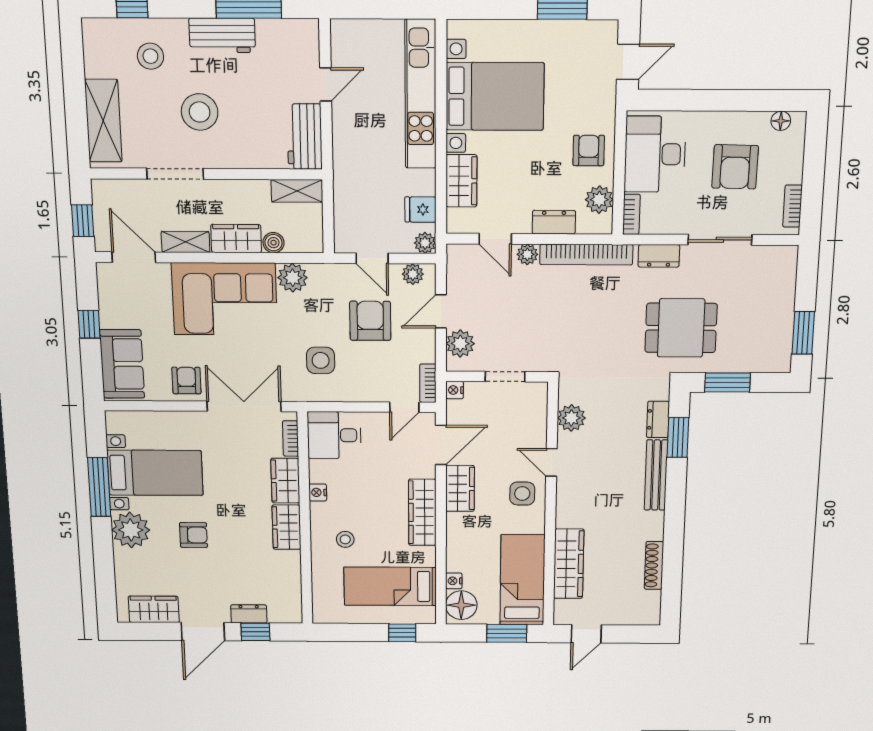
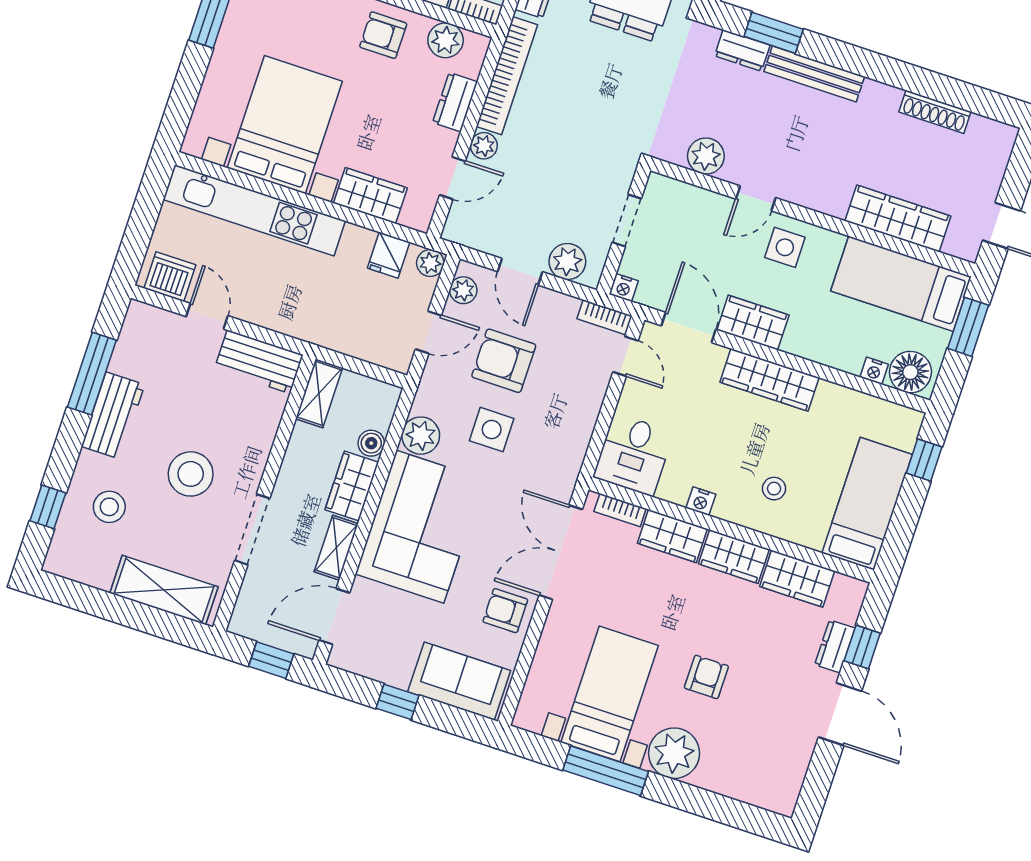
dishwasher: (346, 44) -> (170, 277), added
side table: (321, 360) -> (492, 430), moved
bed: (390, 586) -> (867, 504), moved, turned 180
wardrobe: (154, 609) -> (797, 579), moved, turned -90

